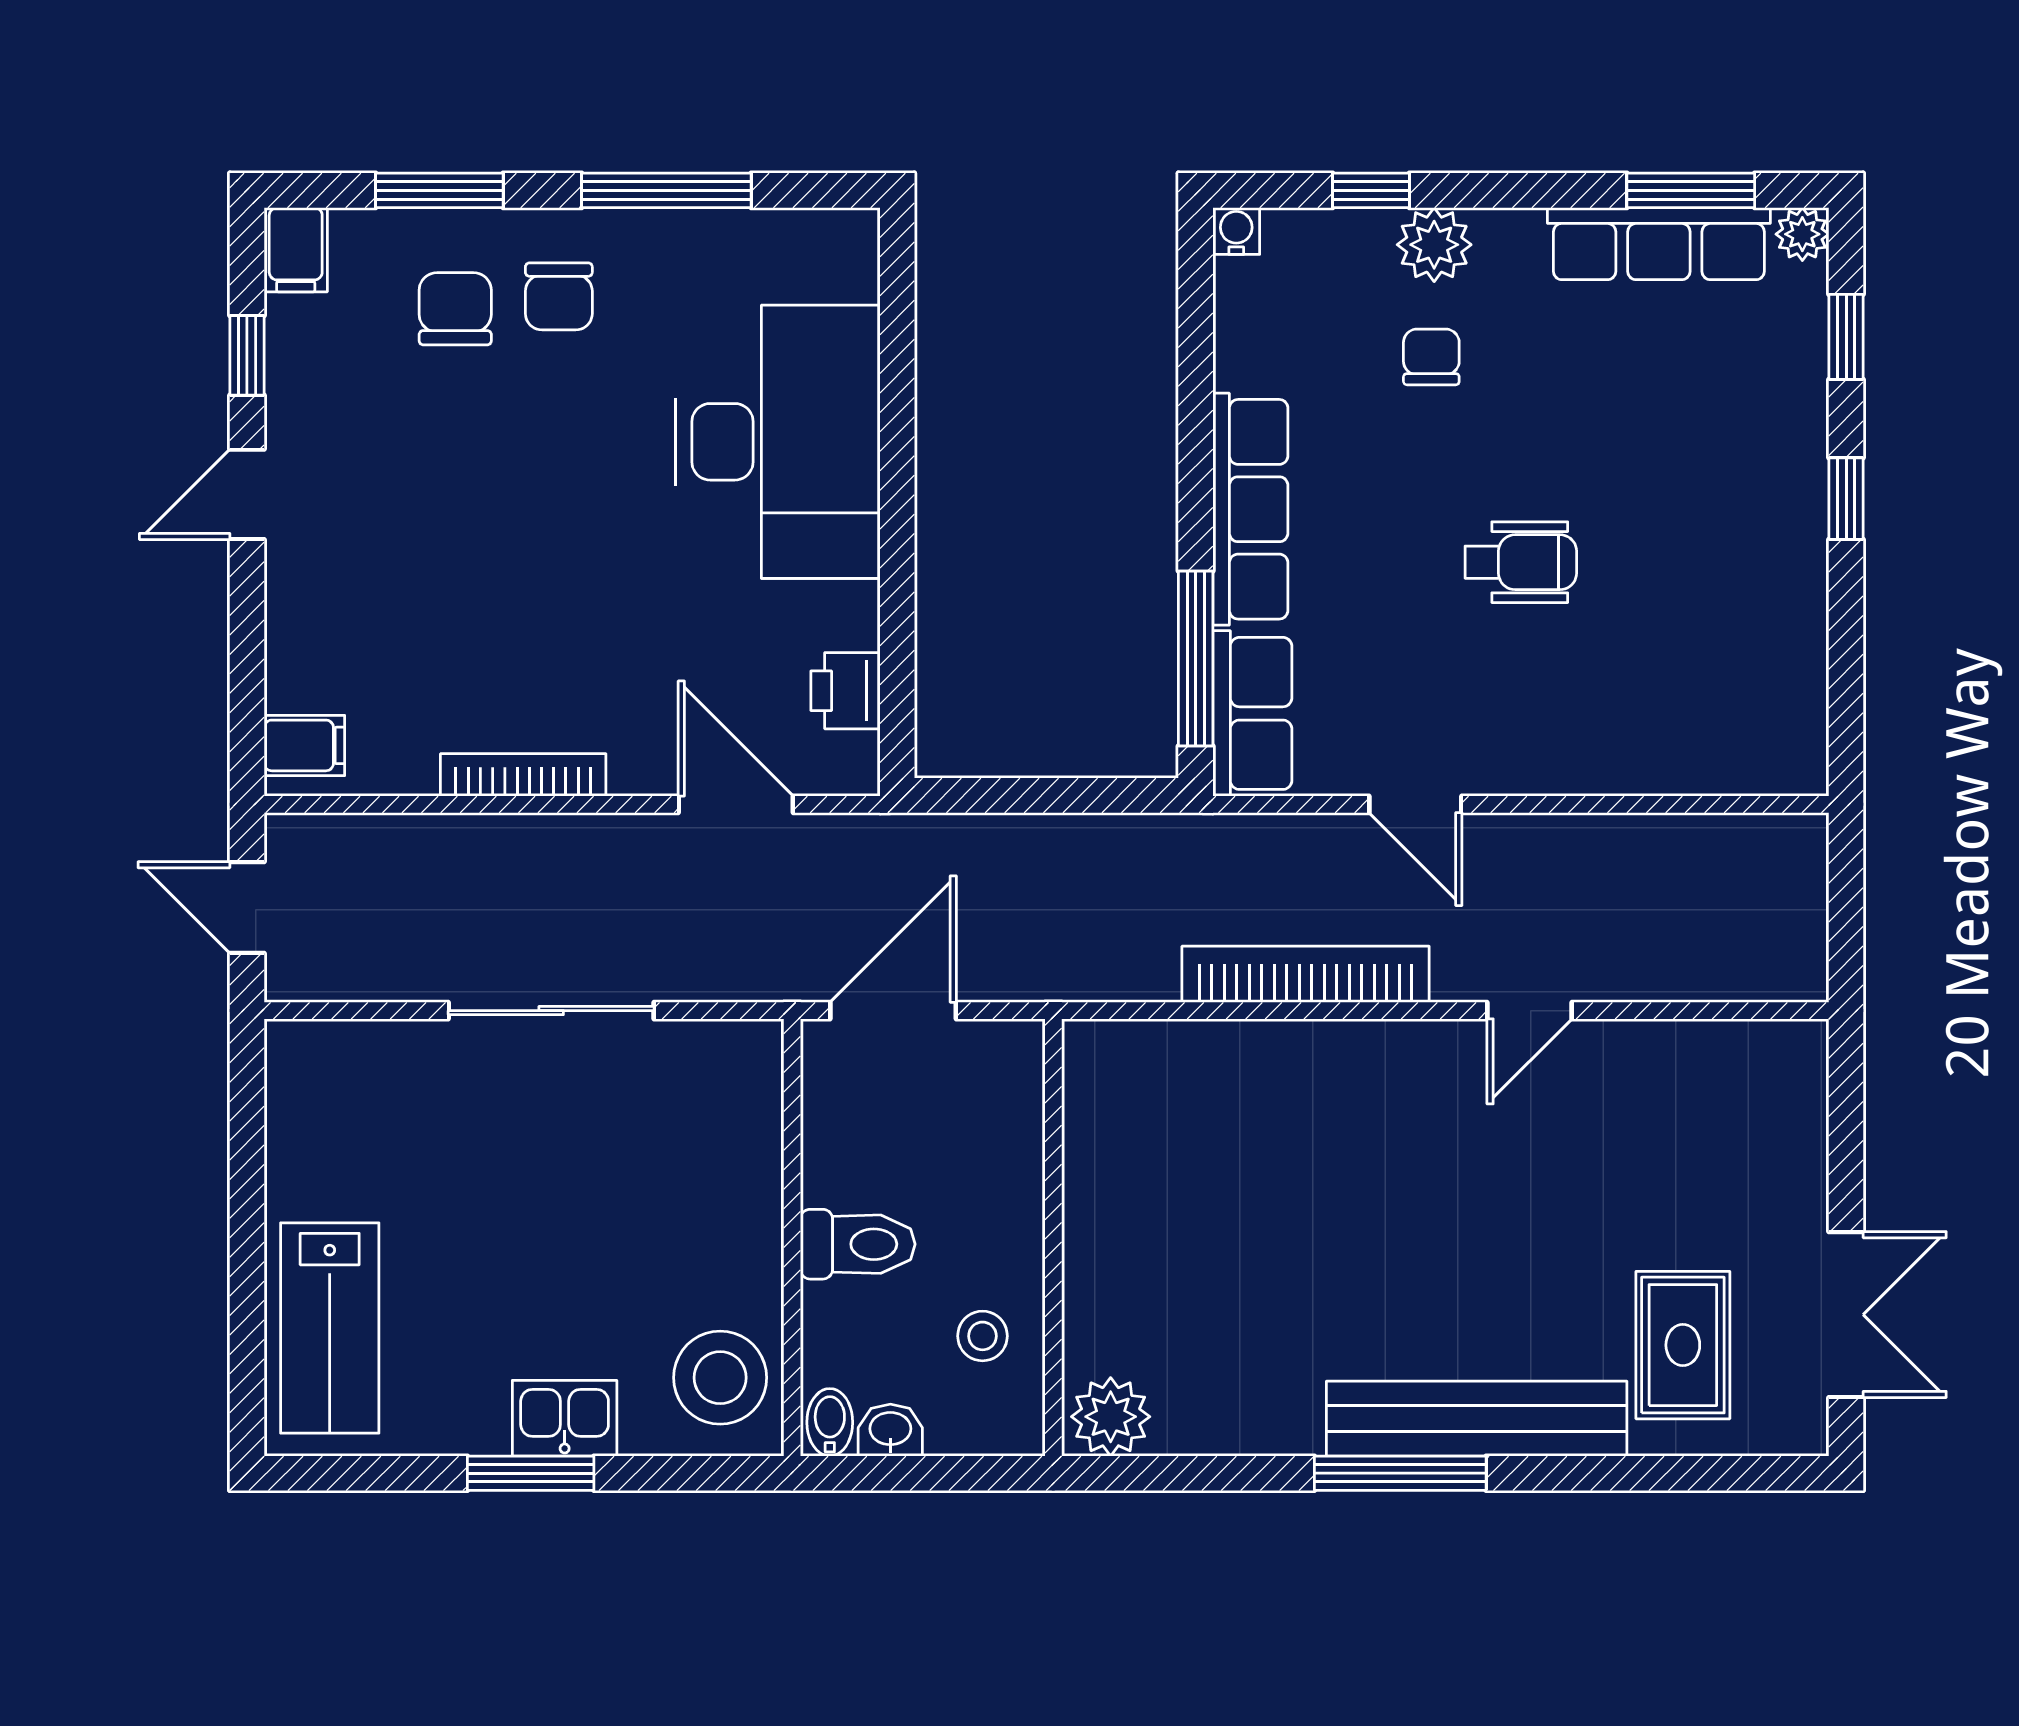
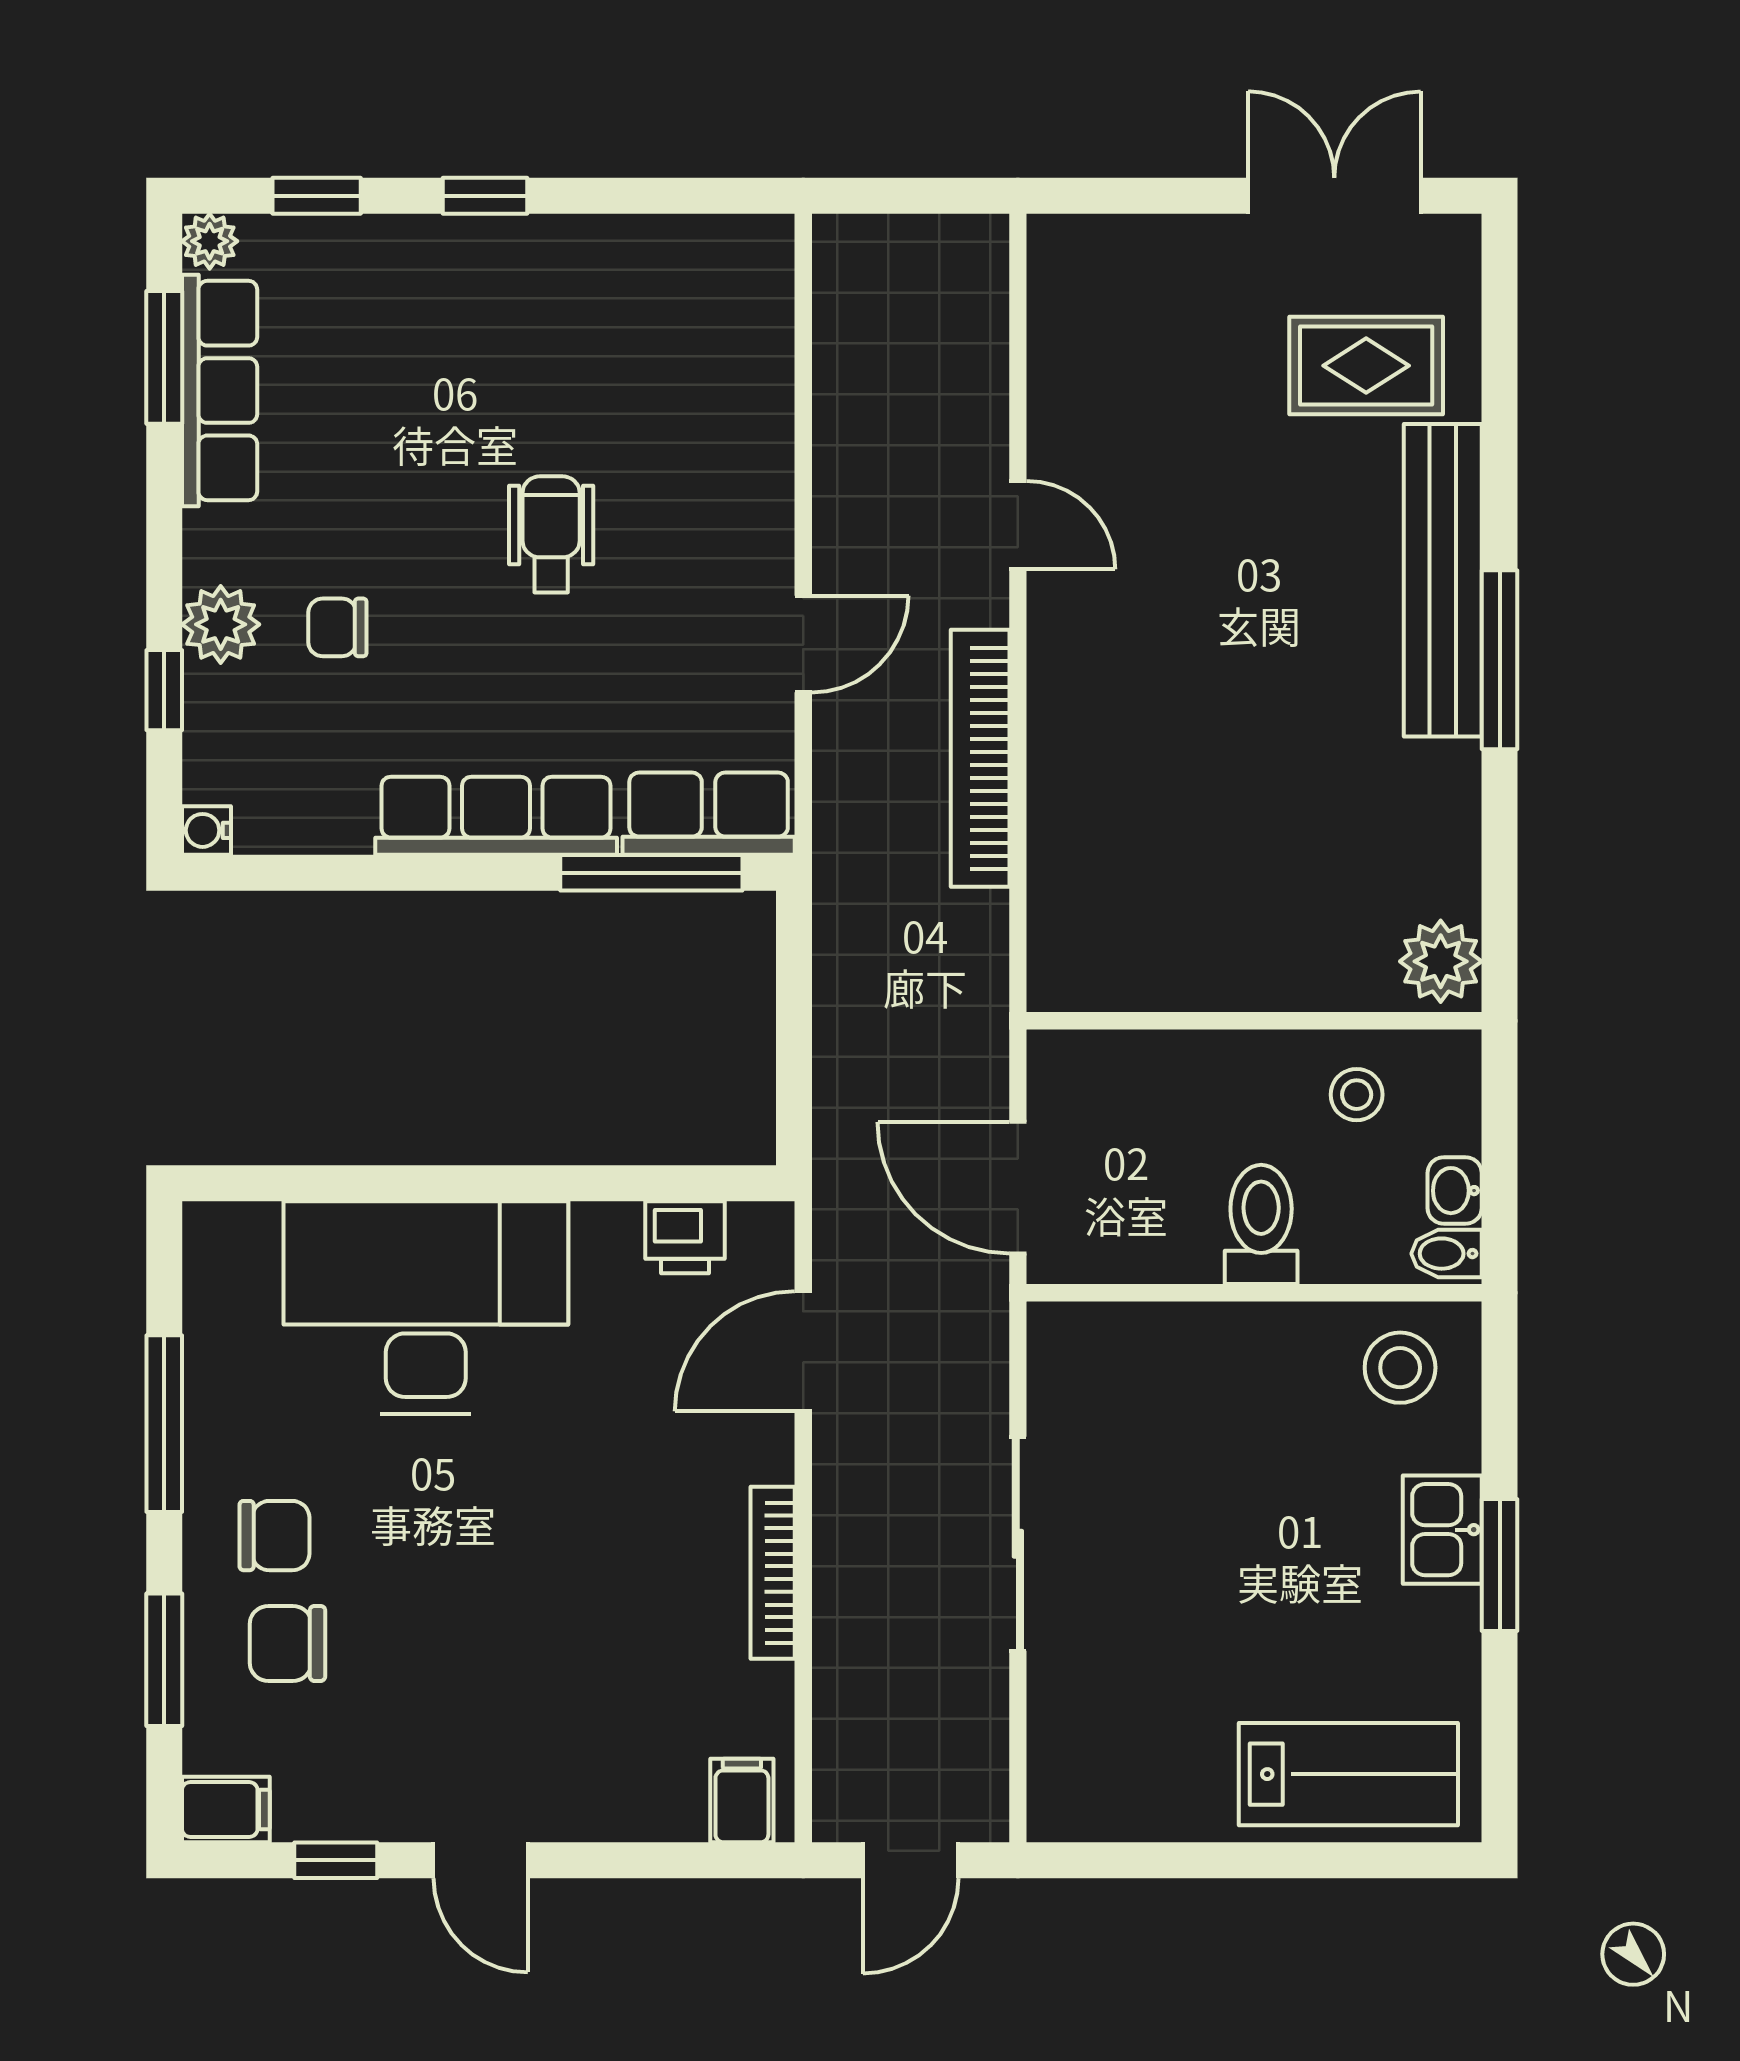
stool: (720, 1378) -> (1400, 1368), width x0.73, depth x0.73

